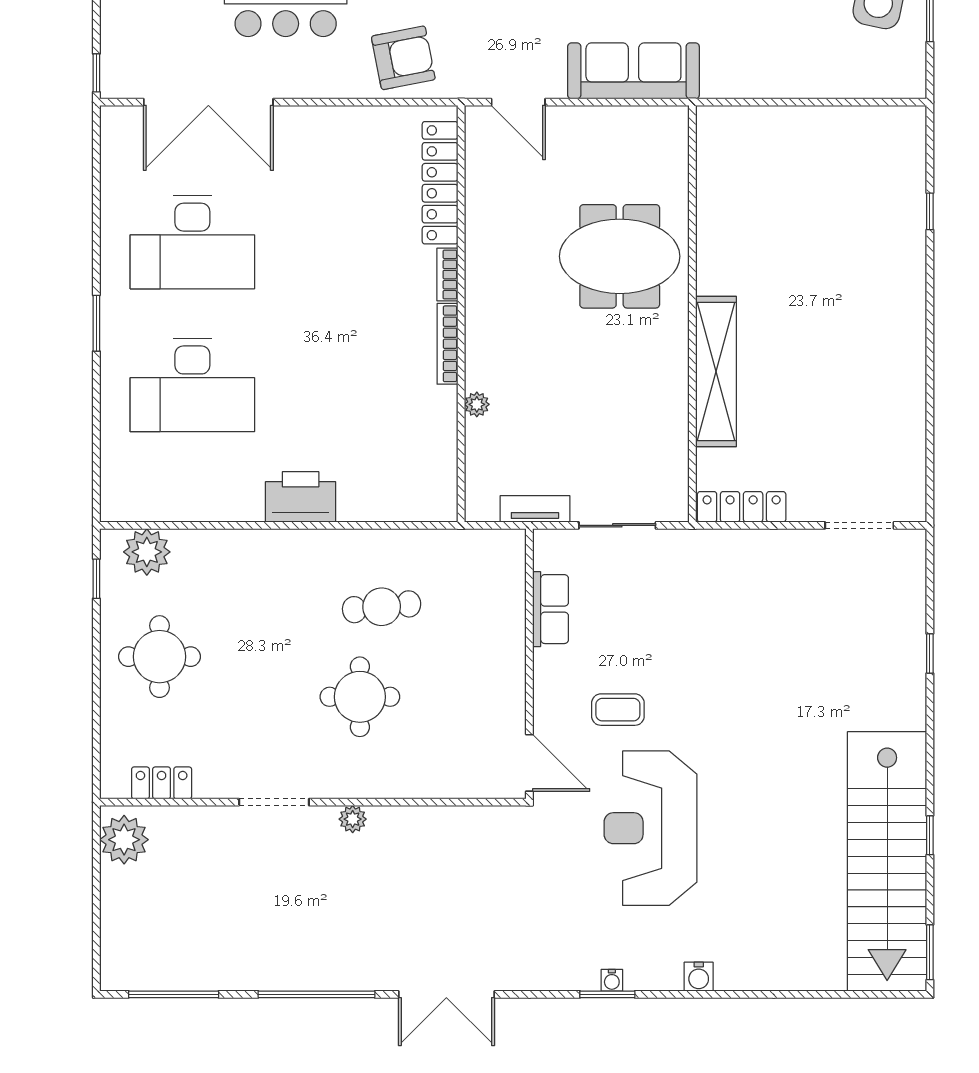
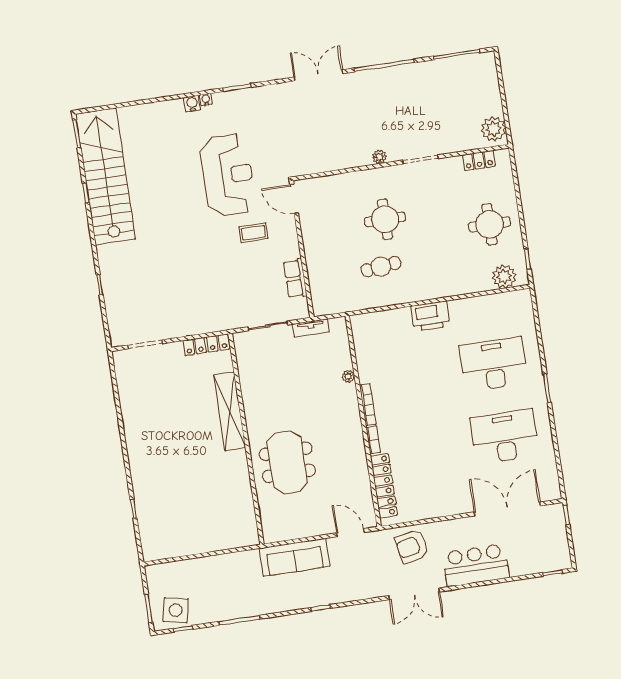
meeting table: (620, 256) -> (287, 462), turned 90
water cooler: (612, 980) -> (206, 100), moved

